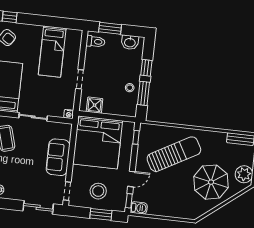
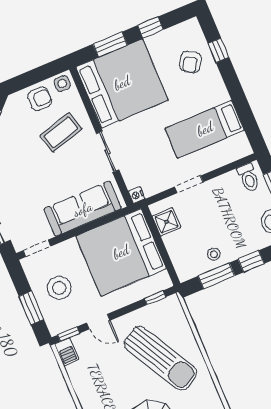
sofa: (58, 157) -> (83, 209), width x1.36

